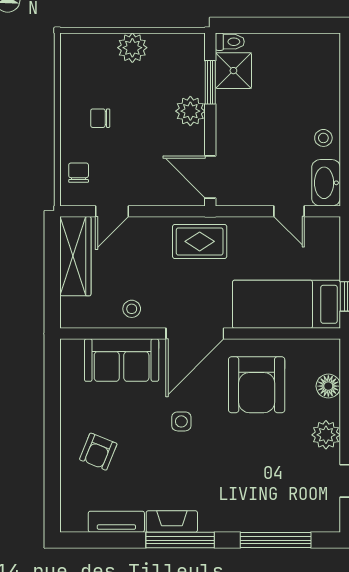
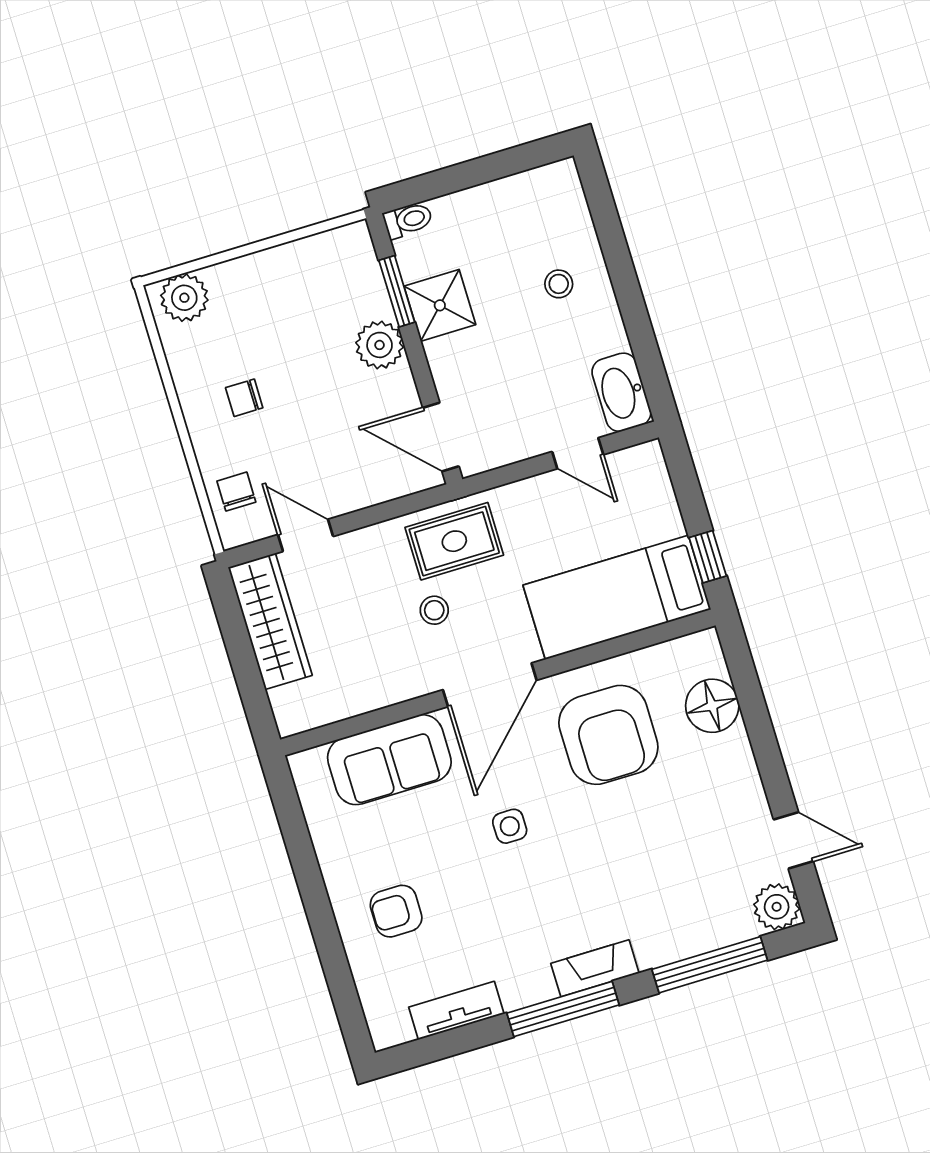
plant: (132, 48) -> (184, 298), moved
shower: (233, 71) -> (440, 305), moved
stool: (323, 138) -> (559, 284), moved
door: (112, 211) -> (305, 535), swing flipped
stool: (132, 309) -> (434, 610), moved
floor lamp: (328, 386) -> (712, 706), width x1.38, depth x1.38
plant: (326, 435) -> (777, 907), moved
armchair: (98, 452) -> (396, 911), turned 68
fireplace: (172, 521) -> (595, 968), moved

